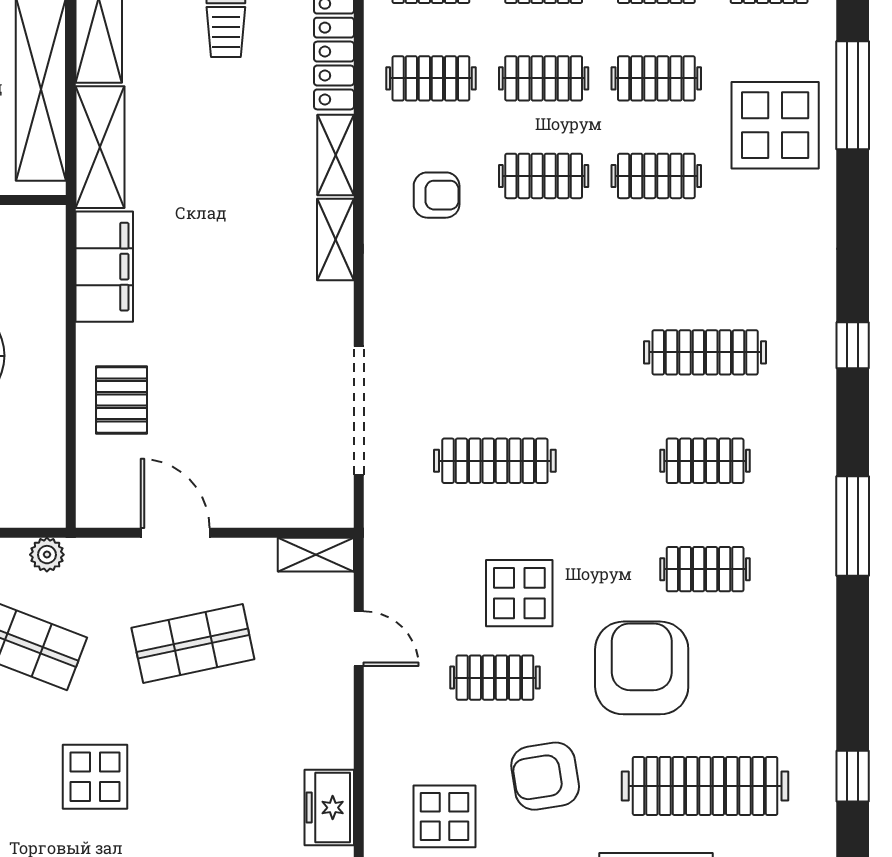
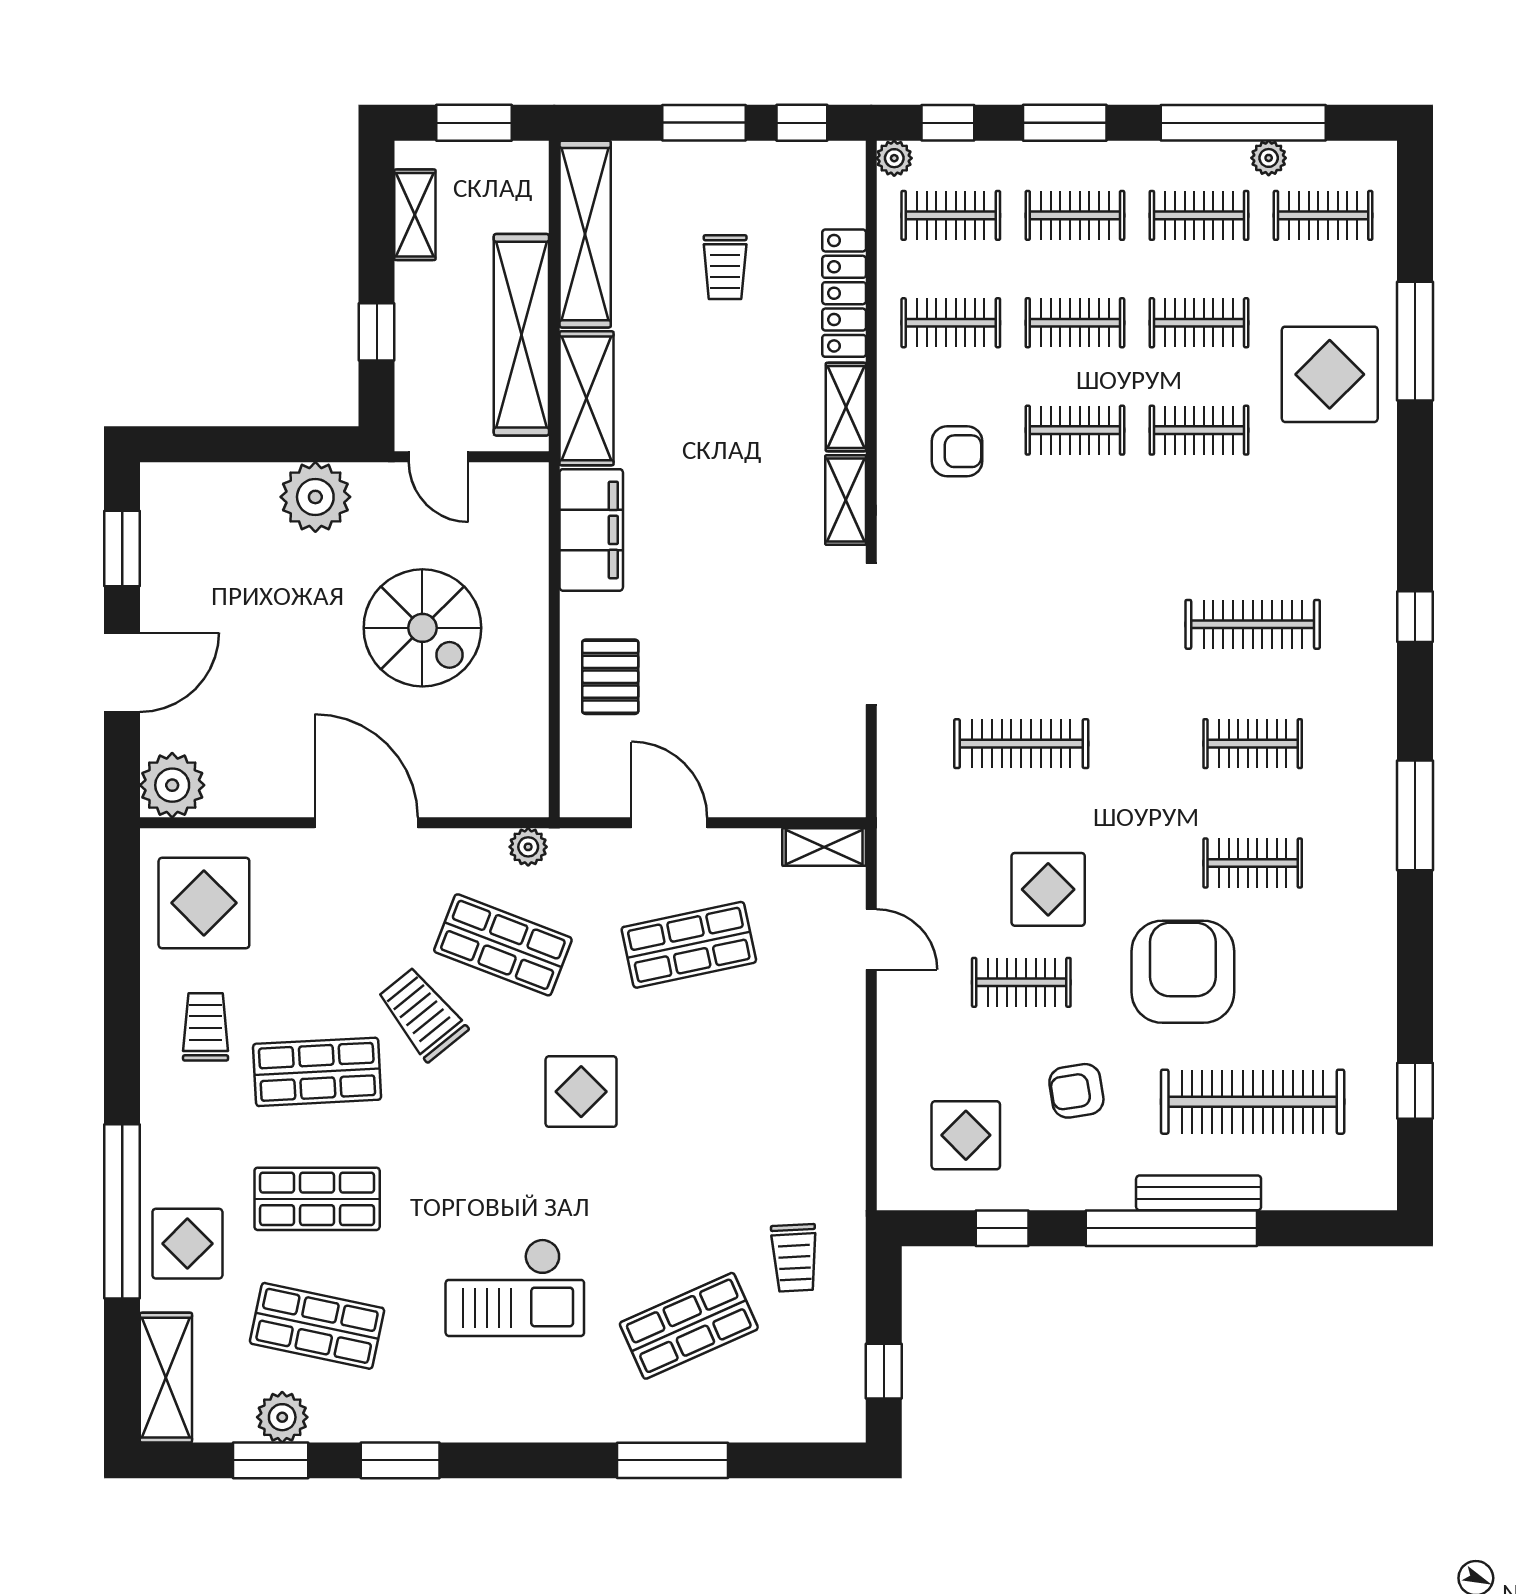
doorway: (359, 411) -> (871, 634), moved
armchair: (545, 776) -> (1076, 1091), width x0.72, depth x0.72
freezer: (329, 808) -> (839, 1125), removed

